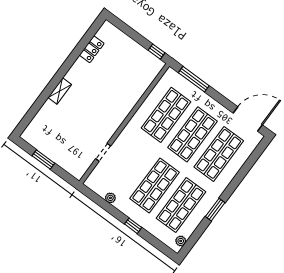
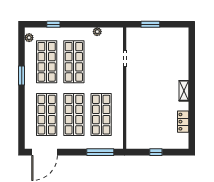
window: (157, 52) -> (156, 152), moved
shelving: (60, 91) -> (184, 91), moved
window: (43, 159) -> (150, 24), moved
window: (133, 226) -> (53, 24), moved

